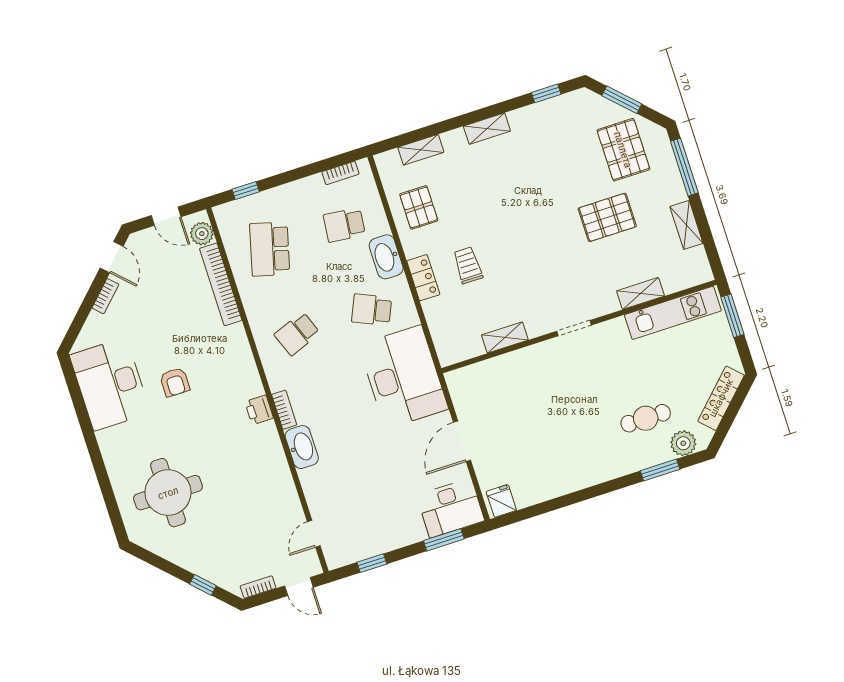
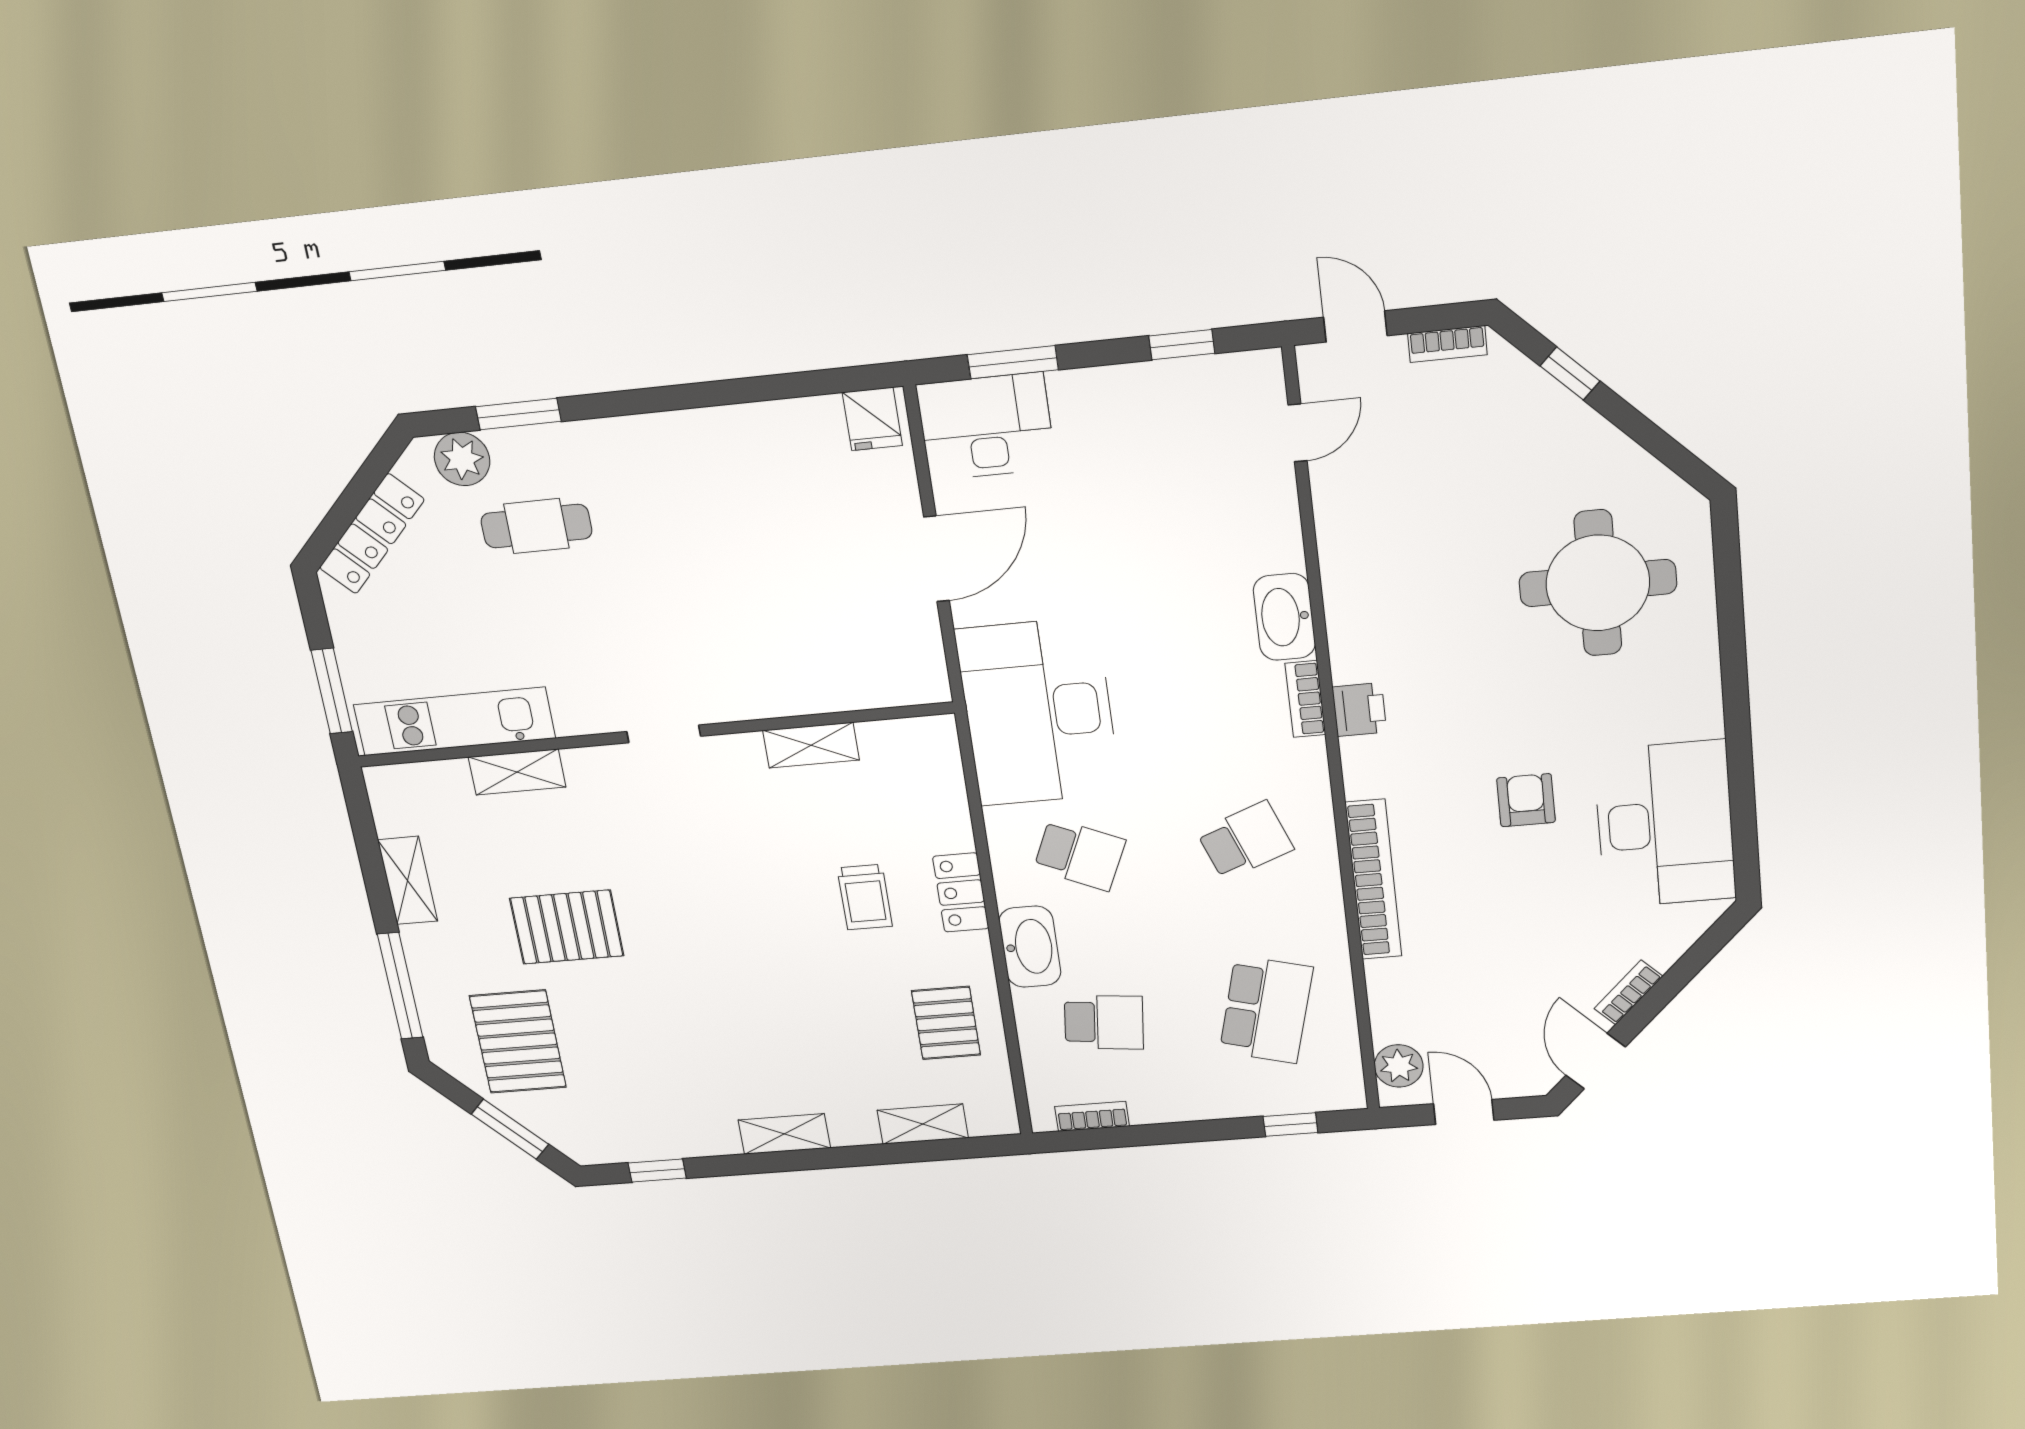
bookcase: (221, 284) -> (1373, 880), moved

